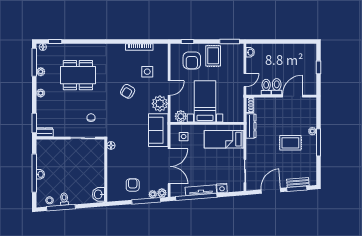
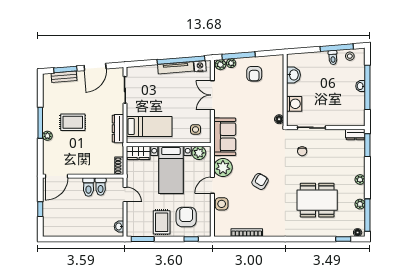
side table: (147, 72) -> (222, 204), moved
door: (245, 80) -> (125, 194), swing flipped
door: (292, 96) -> (57, 176), moved
wardrobe: (234, 116) -> (138, 153), added
dresser: (251, 126) -> (118, 129), moved
washing machine: (98, 159) -> (294, 104), added
double door: (169, 166) -> (212, 95), width x0.73
nightstand: (222, 188) -> (200, 66), moved
washbasin: (99, 194) -> (293, 75), moved

